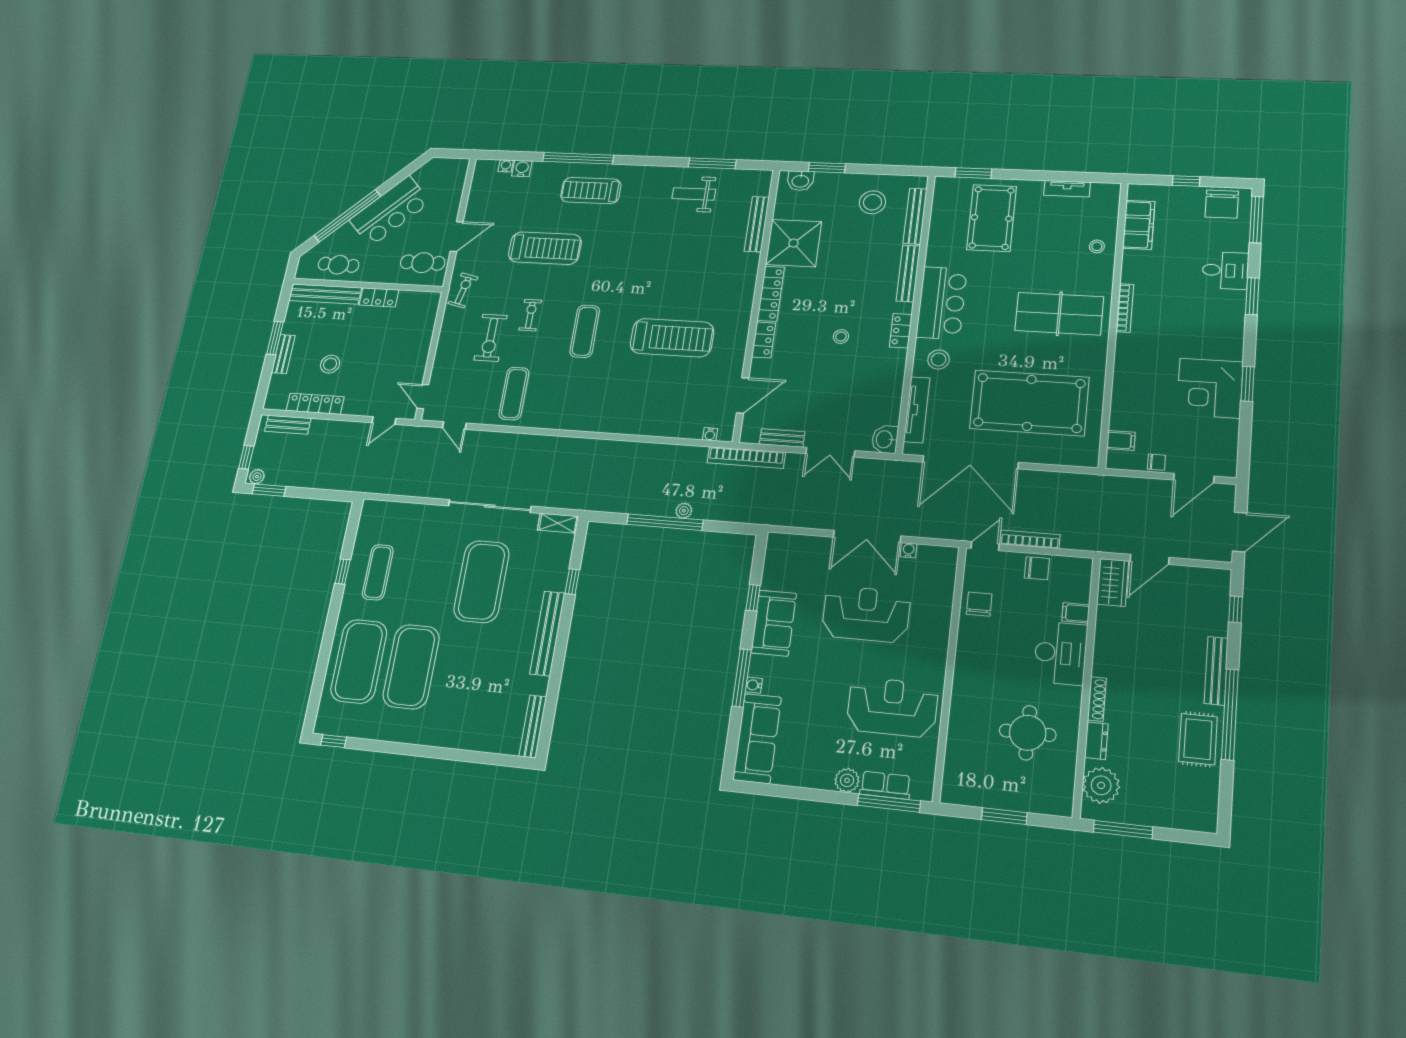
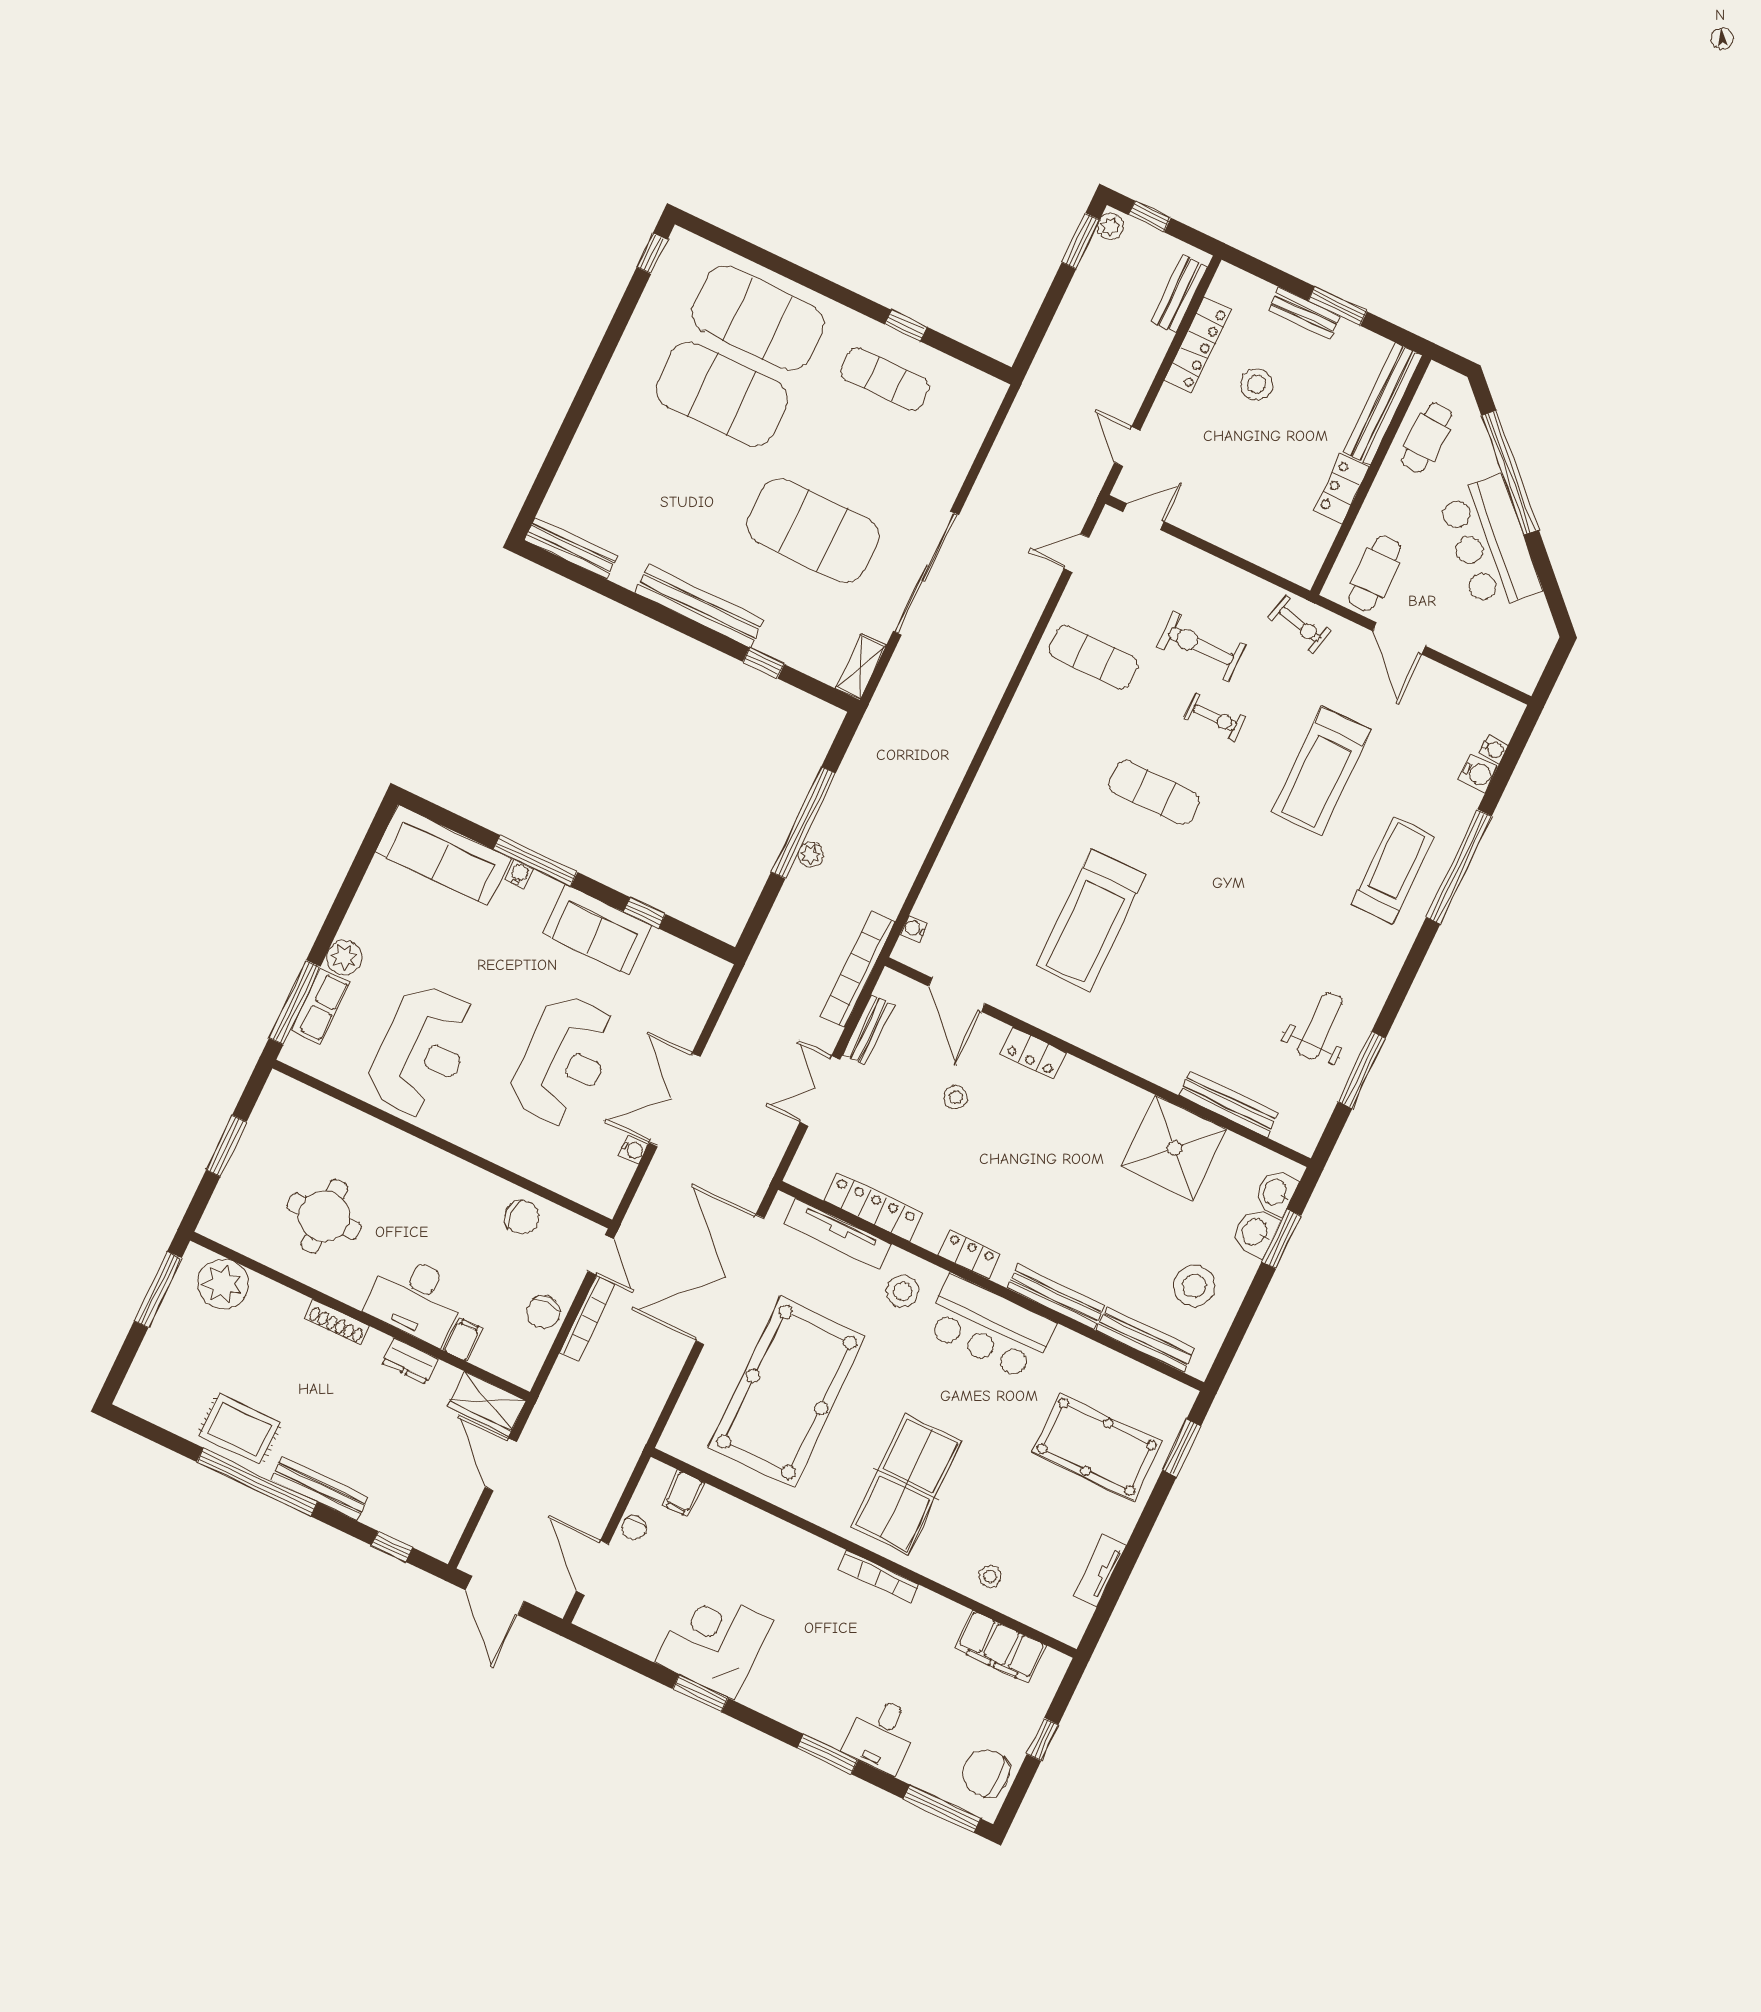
locker: (771, 294) -> (873, 1207), moved, turned 180
stool: (841, 337) -> (956, 1097), moved
washbasin: (885, 439) -> (1255, 1232), moved, turned -90
dresser: (1096, 741) -> (410, 1361), moved

